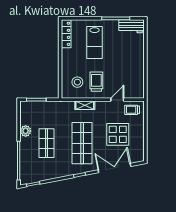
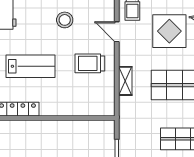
stool: (77, 82) -> (65, 20), moved

